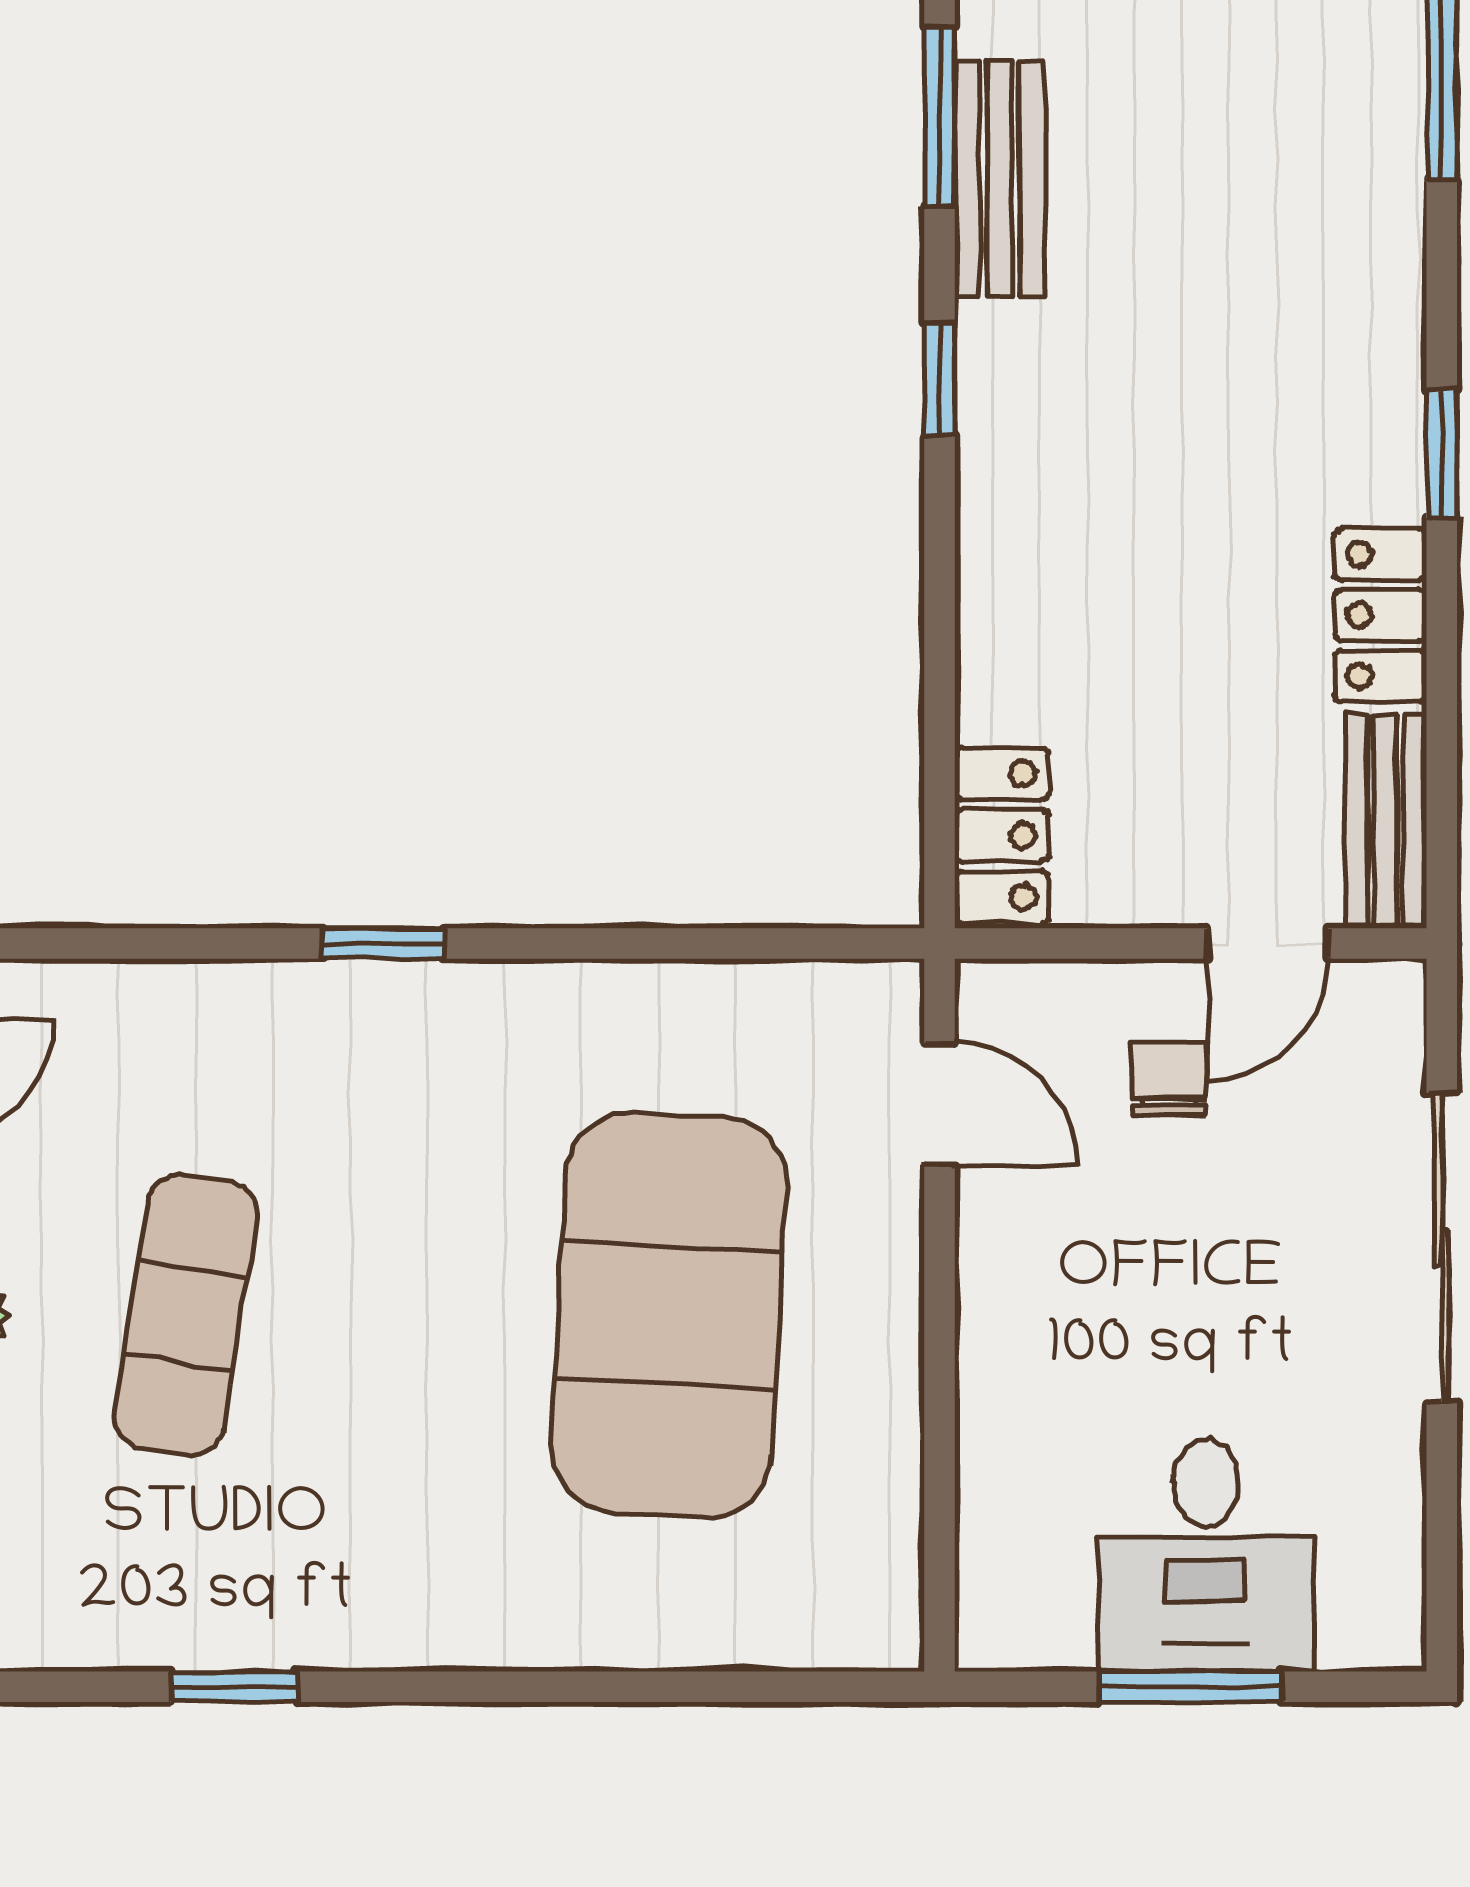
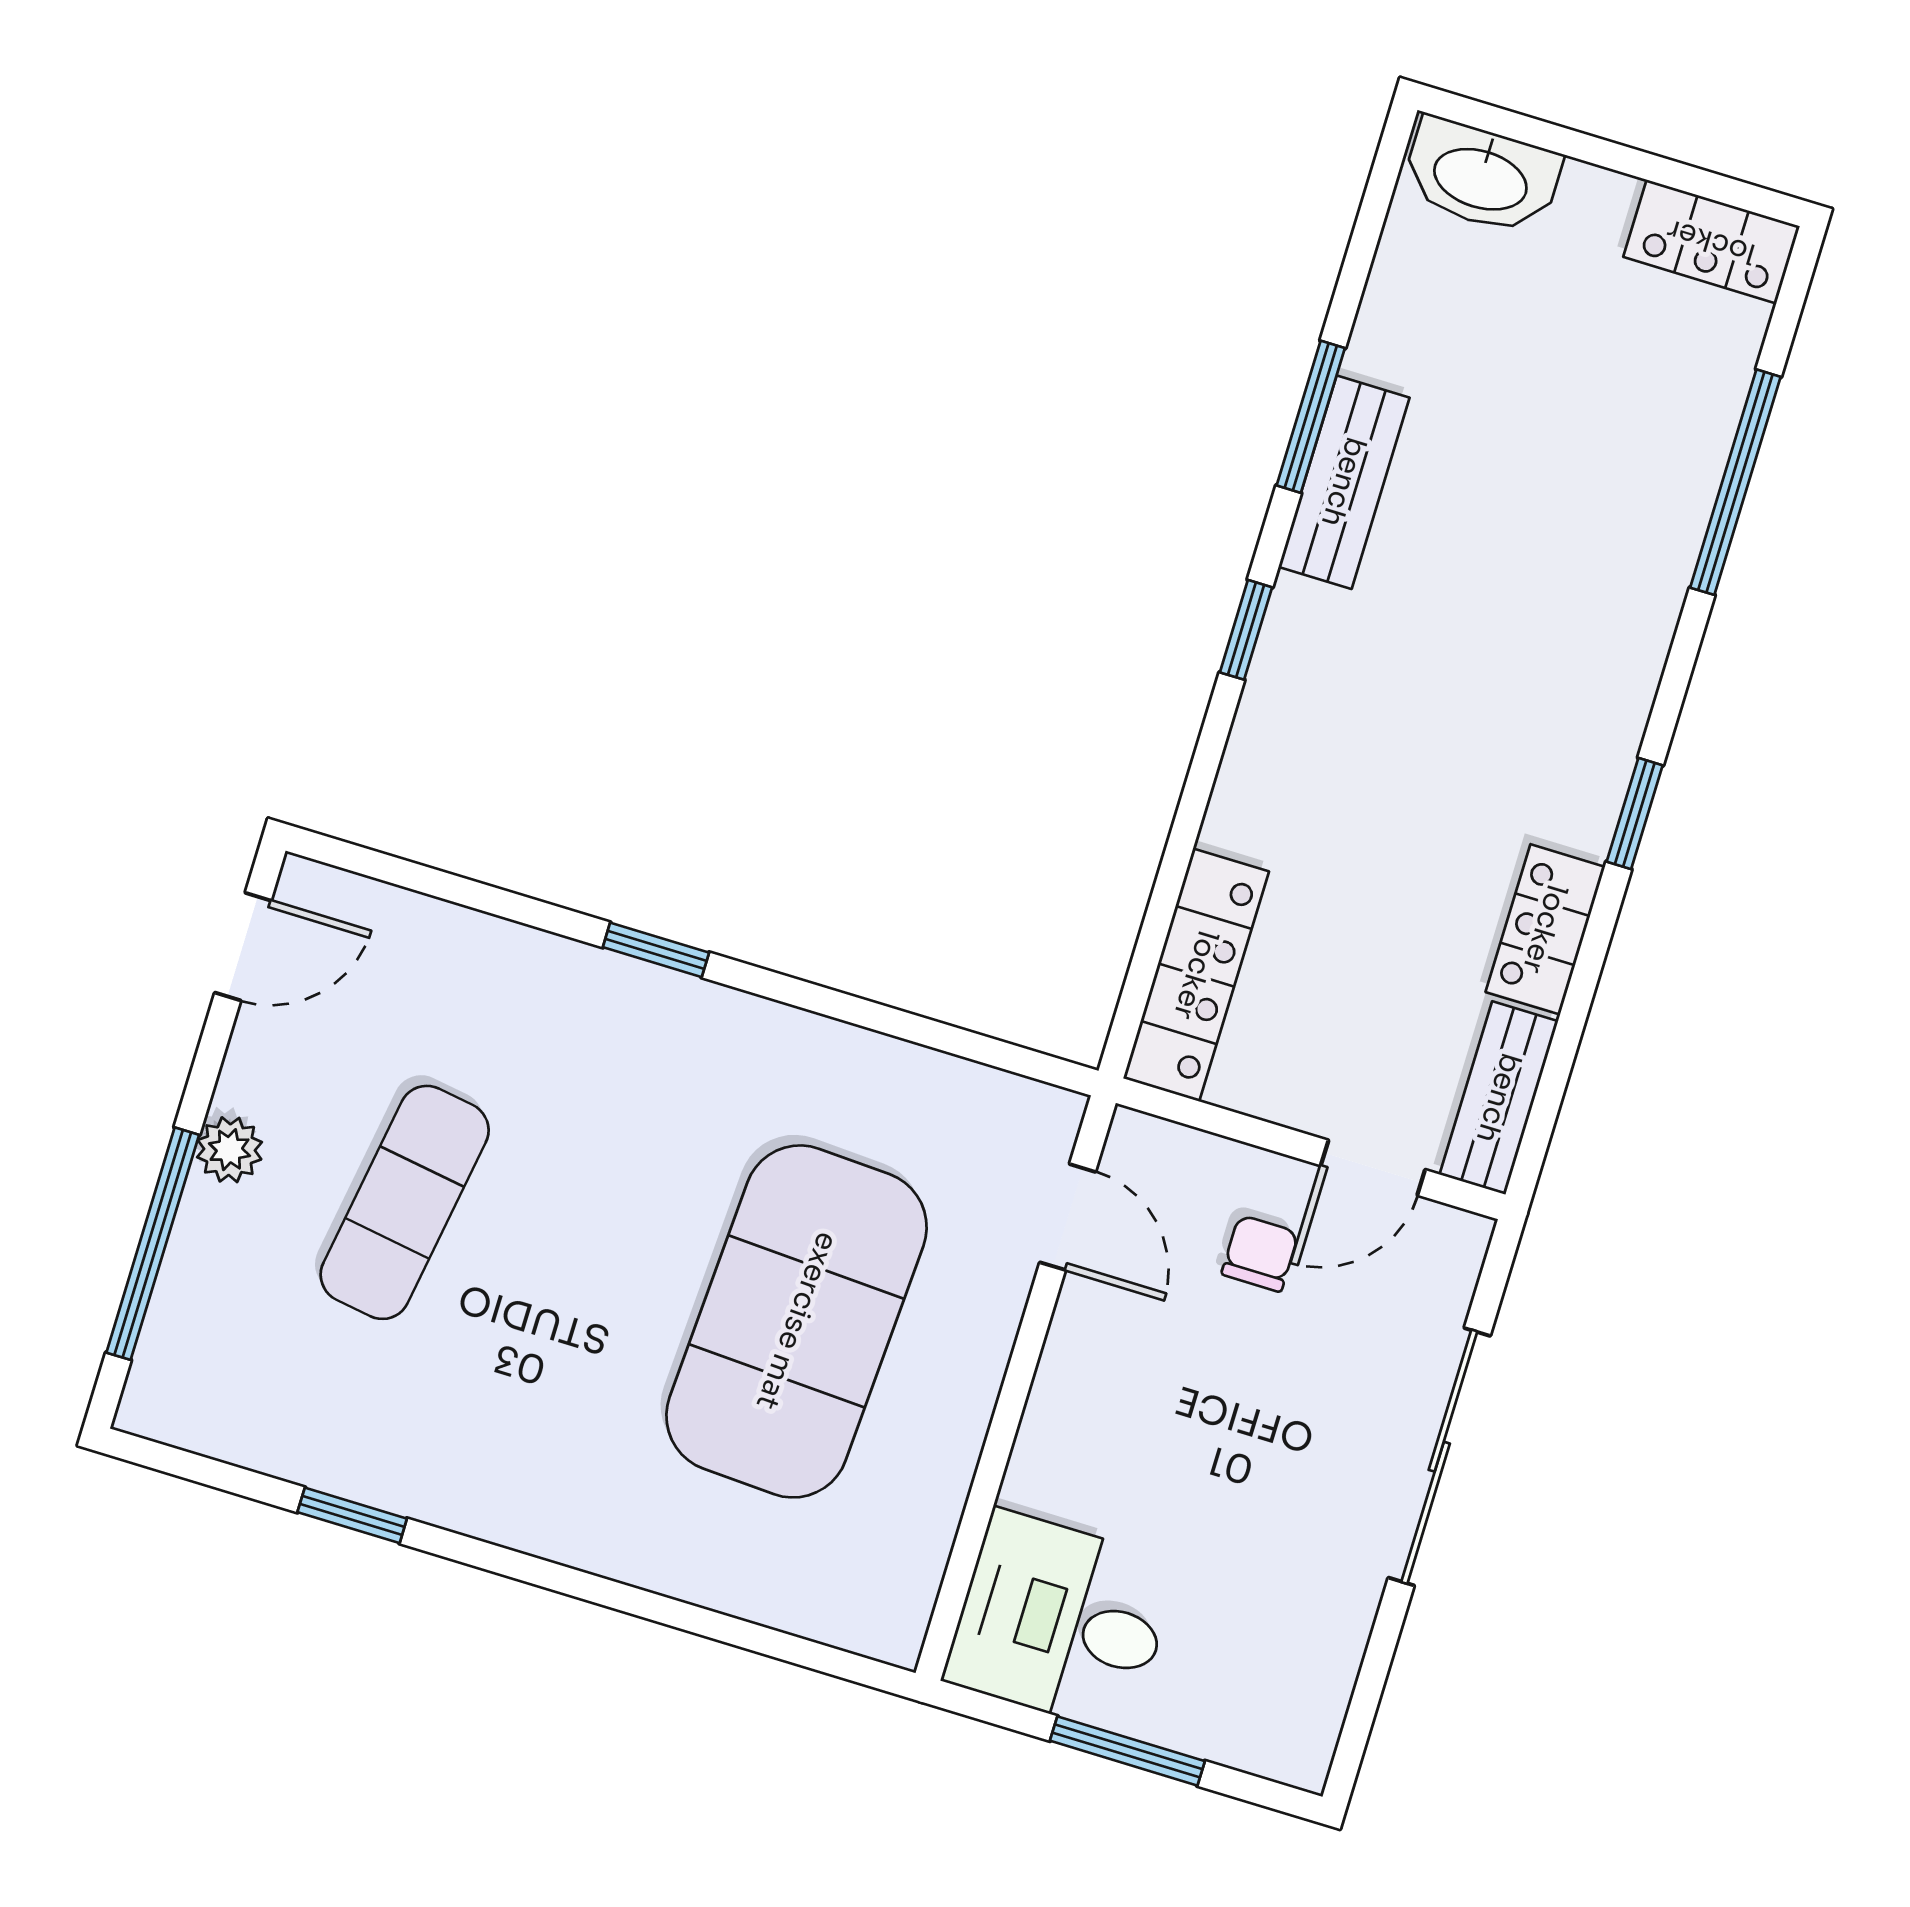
locker: (1002, 835) -> (1196, 975), width x1.53
desk: (1206, 1555) -> (1061, 1622), moved, turned 90

